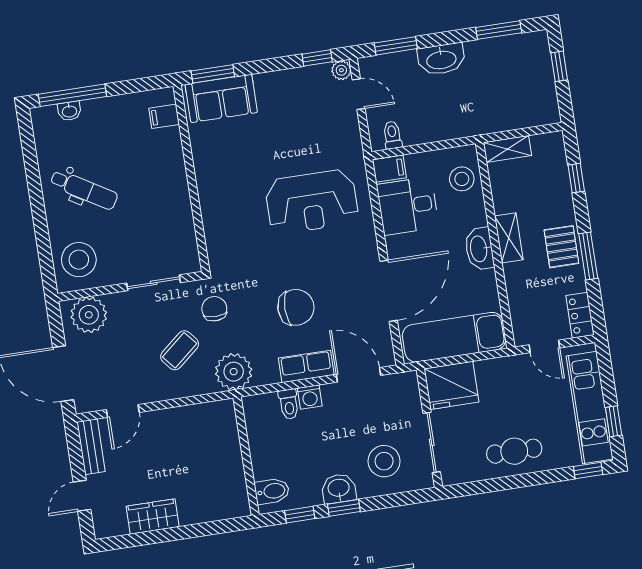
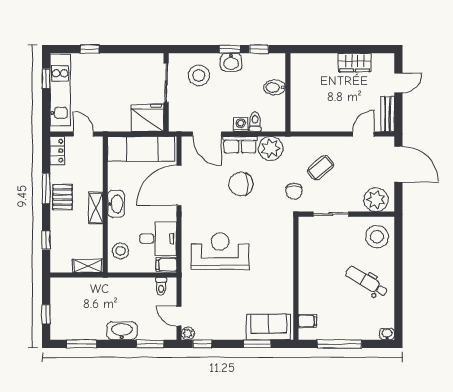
window: (213, 74) -> (257, 344), moved
window: (72, 95) -> (339, 344), moved
washbasin: (69, 111) -> (387, 334), moved
plant: (234, 372) -> (271, 149), moved
cafe table: (514, 451) -> (113, 69), removed
window: (588, 471) -> (90, 49), moved
bidet: (272, 491) -> (275, 87), moved

